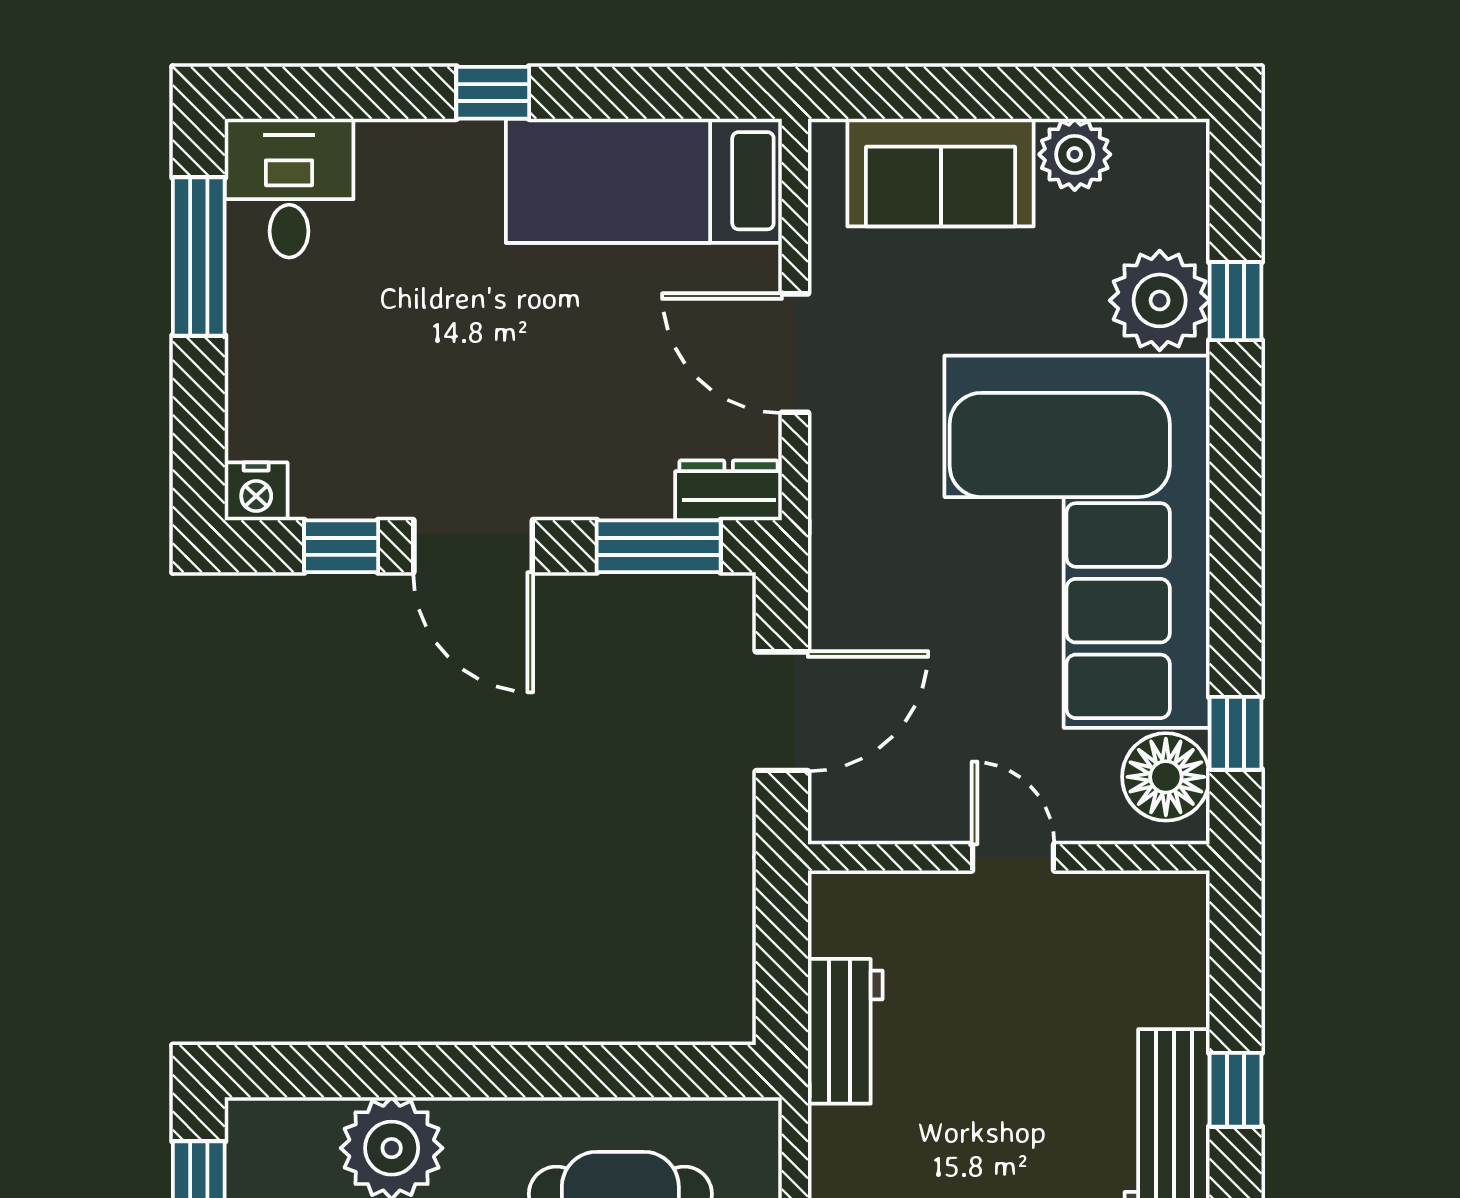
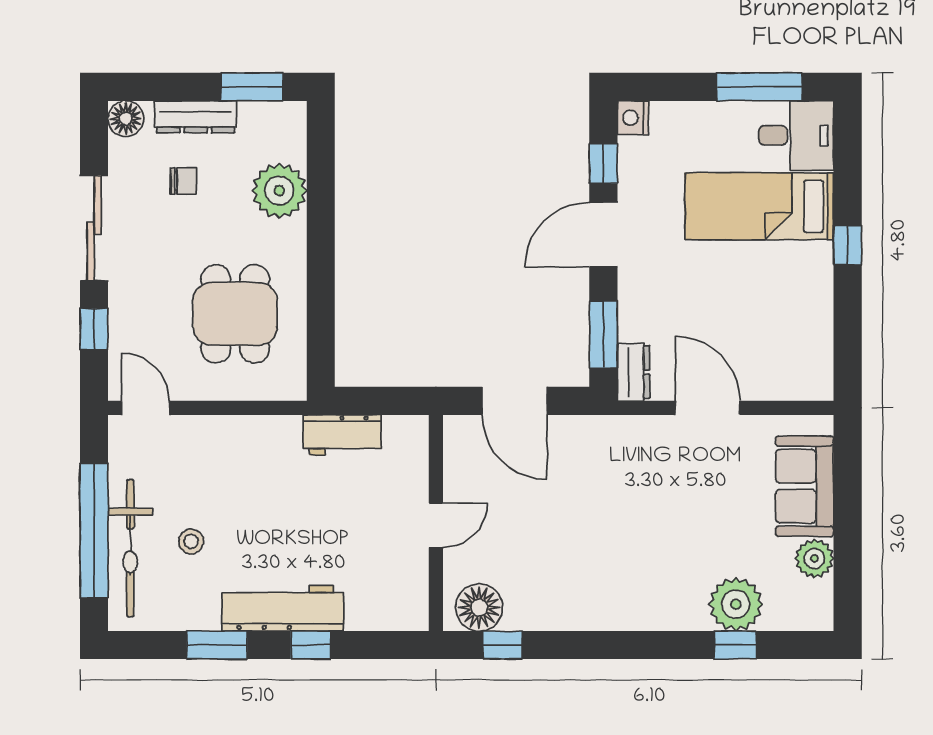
bed: (644, 181) -> (759, 206), moved, turned -90
door: (795, 353) -> (707, 408), hinge flipped
corner sofa: (1077, 542) -> (606, 560), removed

